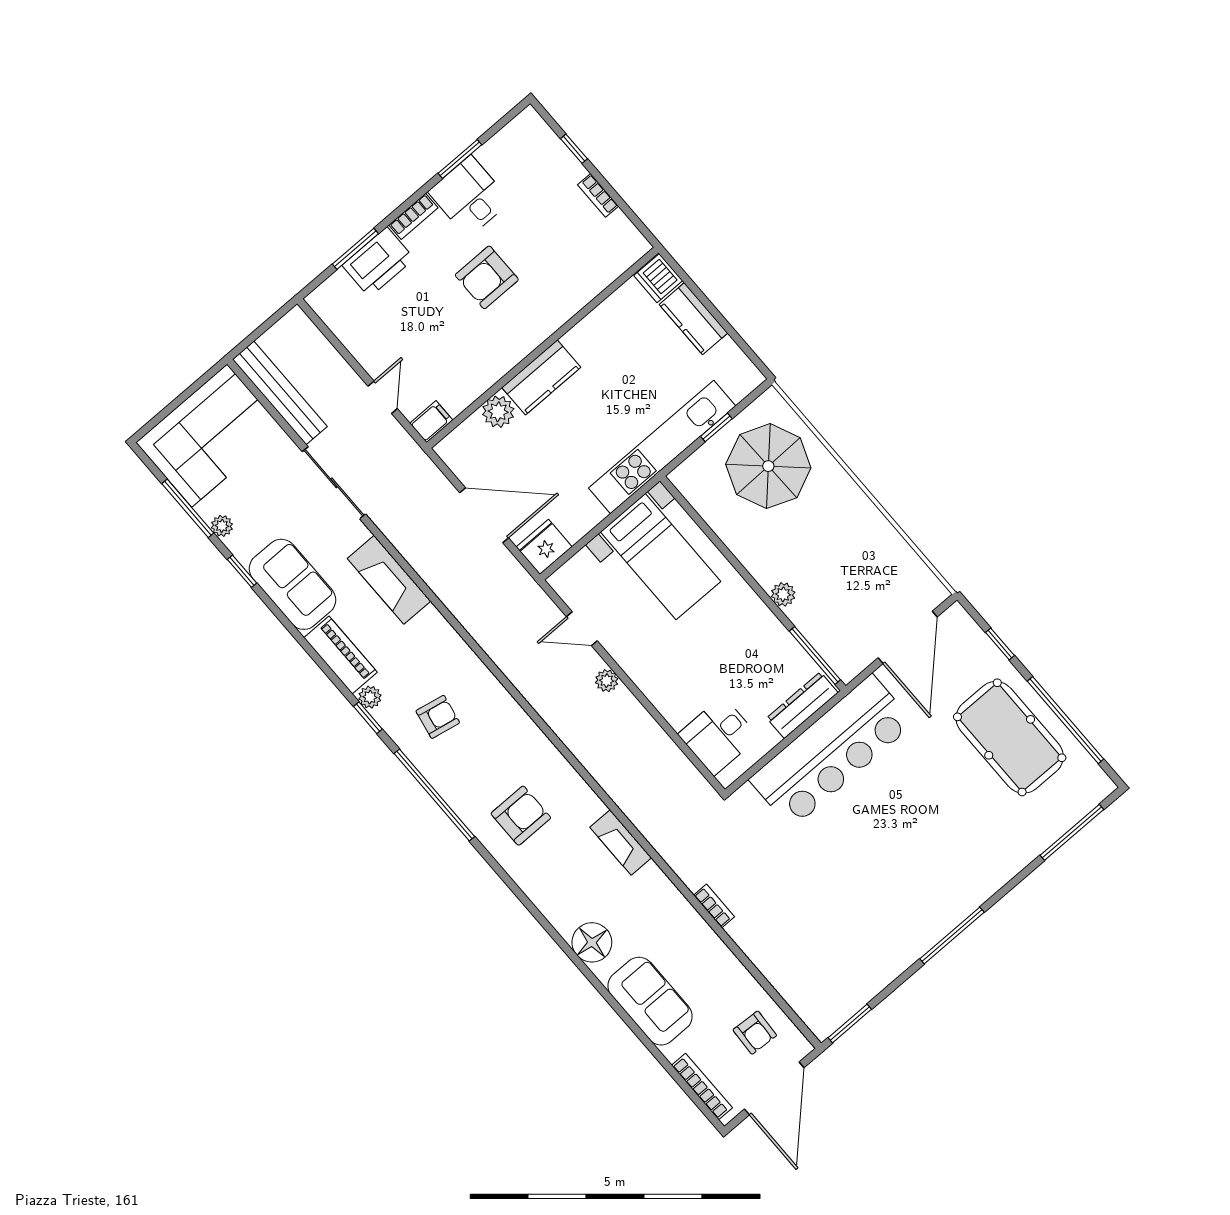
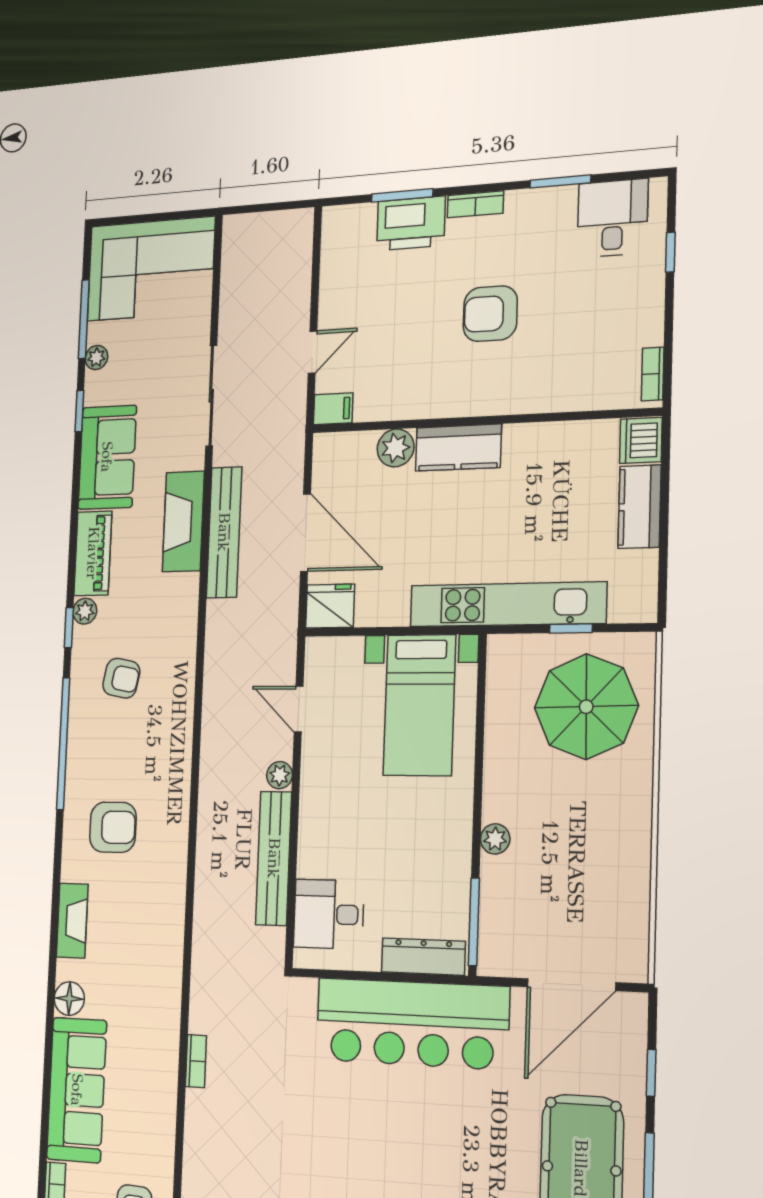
bookcase: (598, 195) -> (653, 374), moved
desk: (469, 196) -> (613, 218), moved
bench: (280, 393) -> (224, 532), moved
bench: (650, 735) -> (274, 858), added
fireplace: (621, 842) -> (72, 921), moved, turned 180
floor lamp: (592, 942) -> (69, 999), width x0.73, depth x0.73
sofa: (650, 1001) -> (77, 1090), width x1.36

